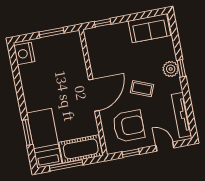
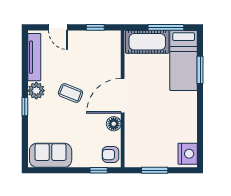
floor lamp: (97, 68) -> (114, 124), added
plant: (171, 69) -> (36, 91), moved
armchair: (129, 126) -> (110, 155), moved, width x0.53, depth x0.53

